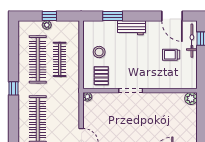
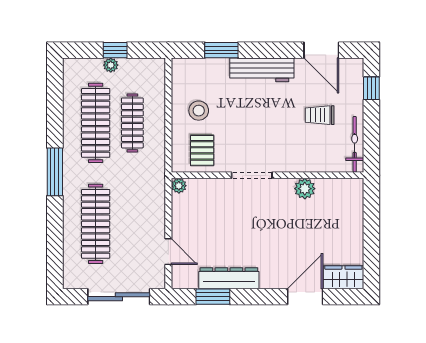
workbench: (131, 28) -> (262, 70), width x1.38
bicycle: (192, 41) -> (355, 144), moved
window: (13, 88) -> (55, 172), width x2.17
plant: (191, 98) -> (305, 189), moved

